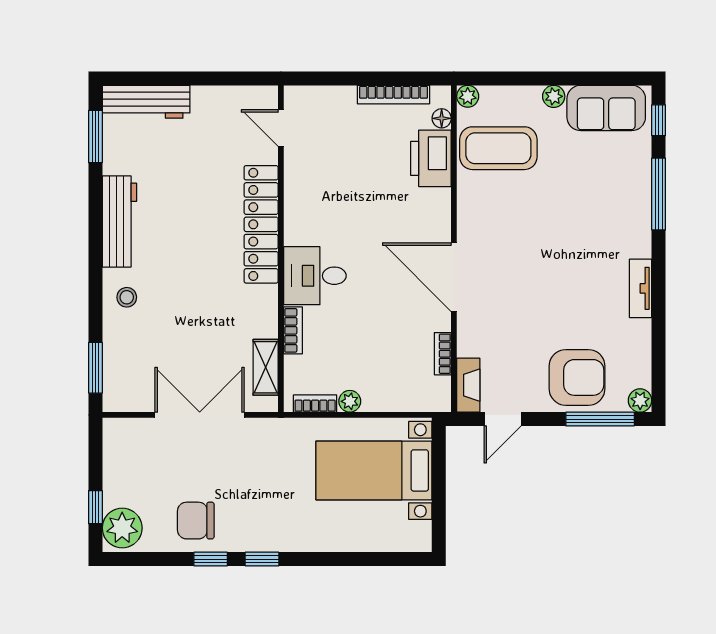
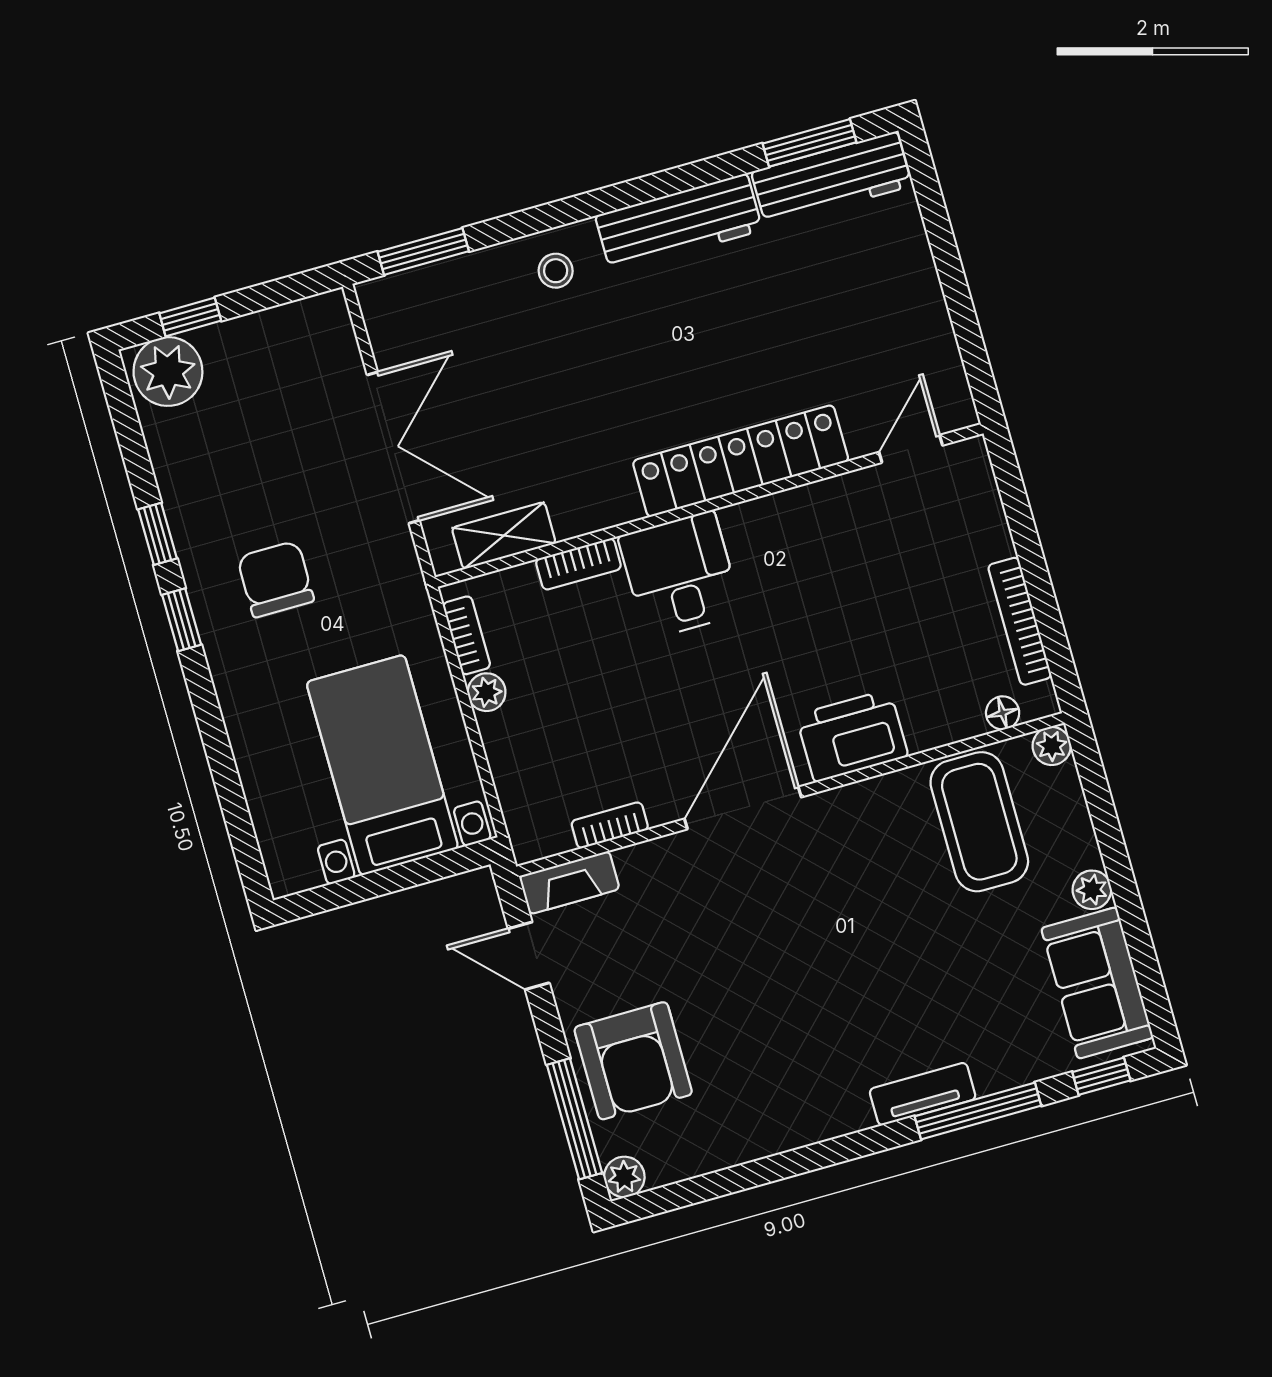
workbench: (146, 102) -> (832, 179), moved, turned -90
printer: (431, 158) -> (852, 736), moved
tv unit: (641, 288) -> (923, 1094), moved
chair: (196, 521) -> (276, 579), moved

